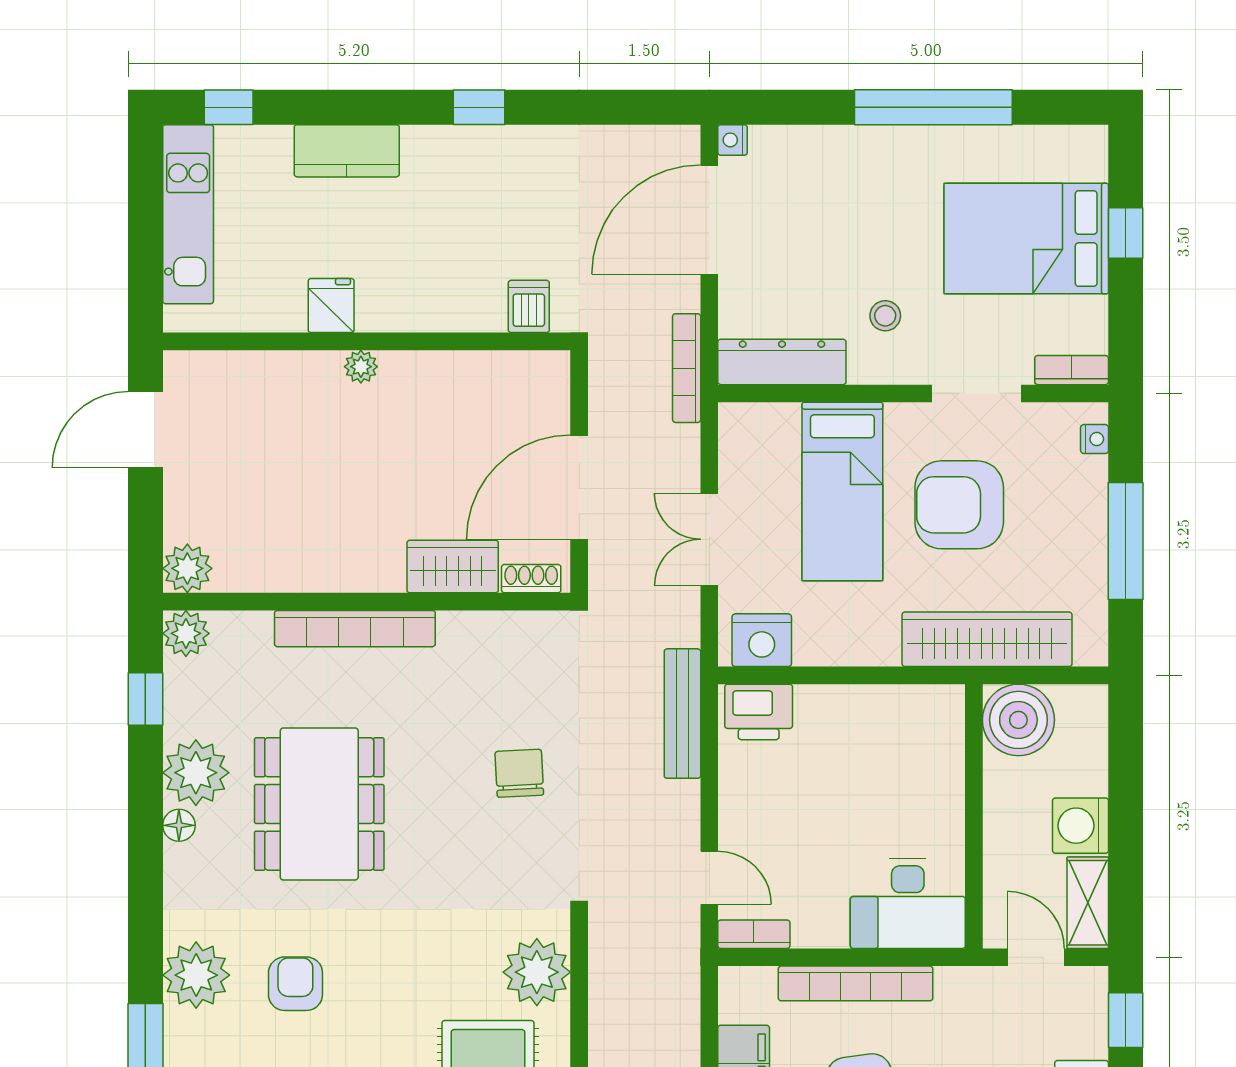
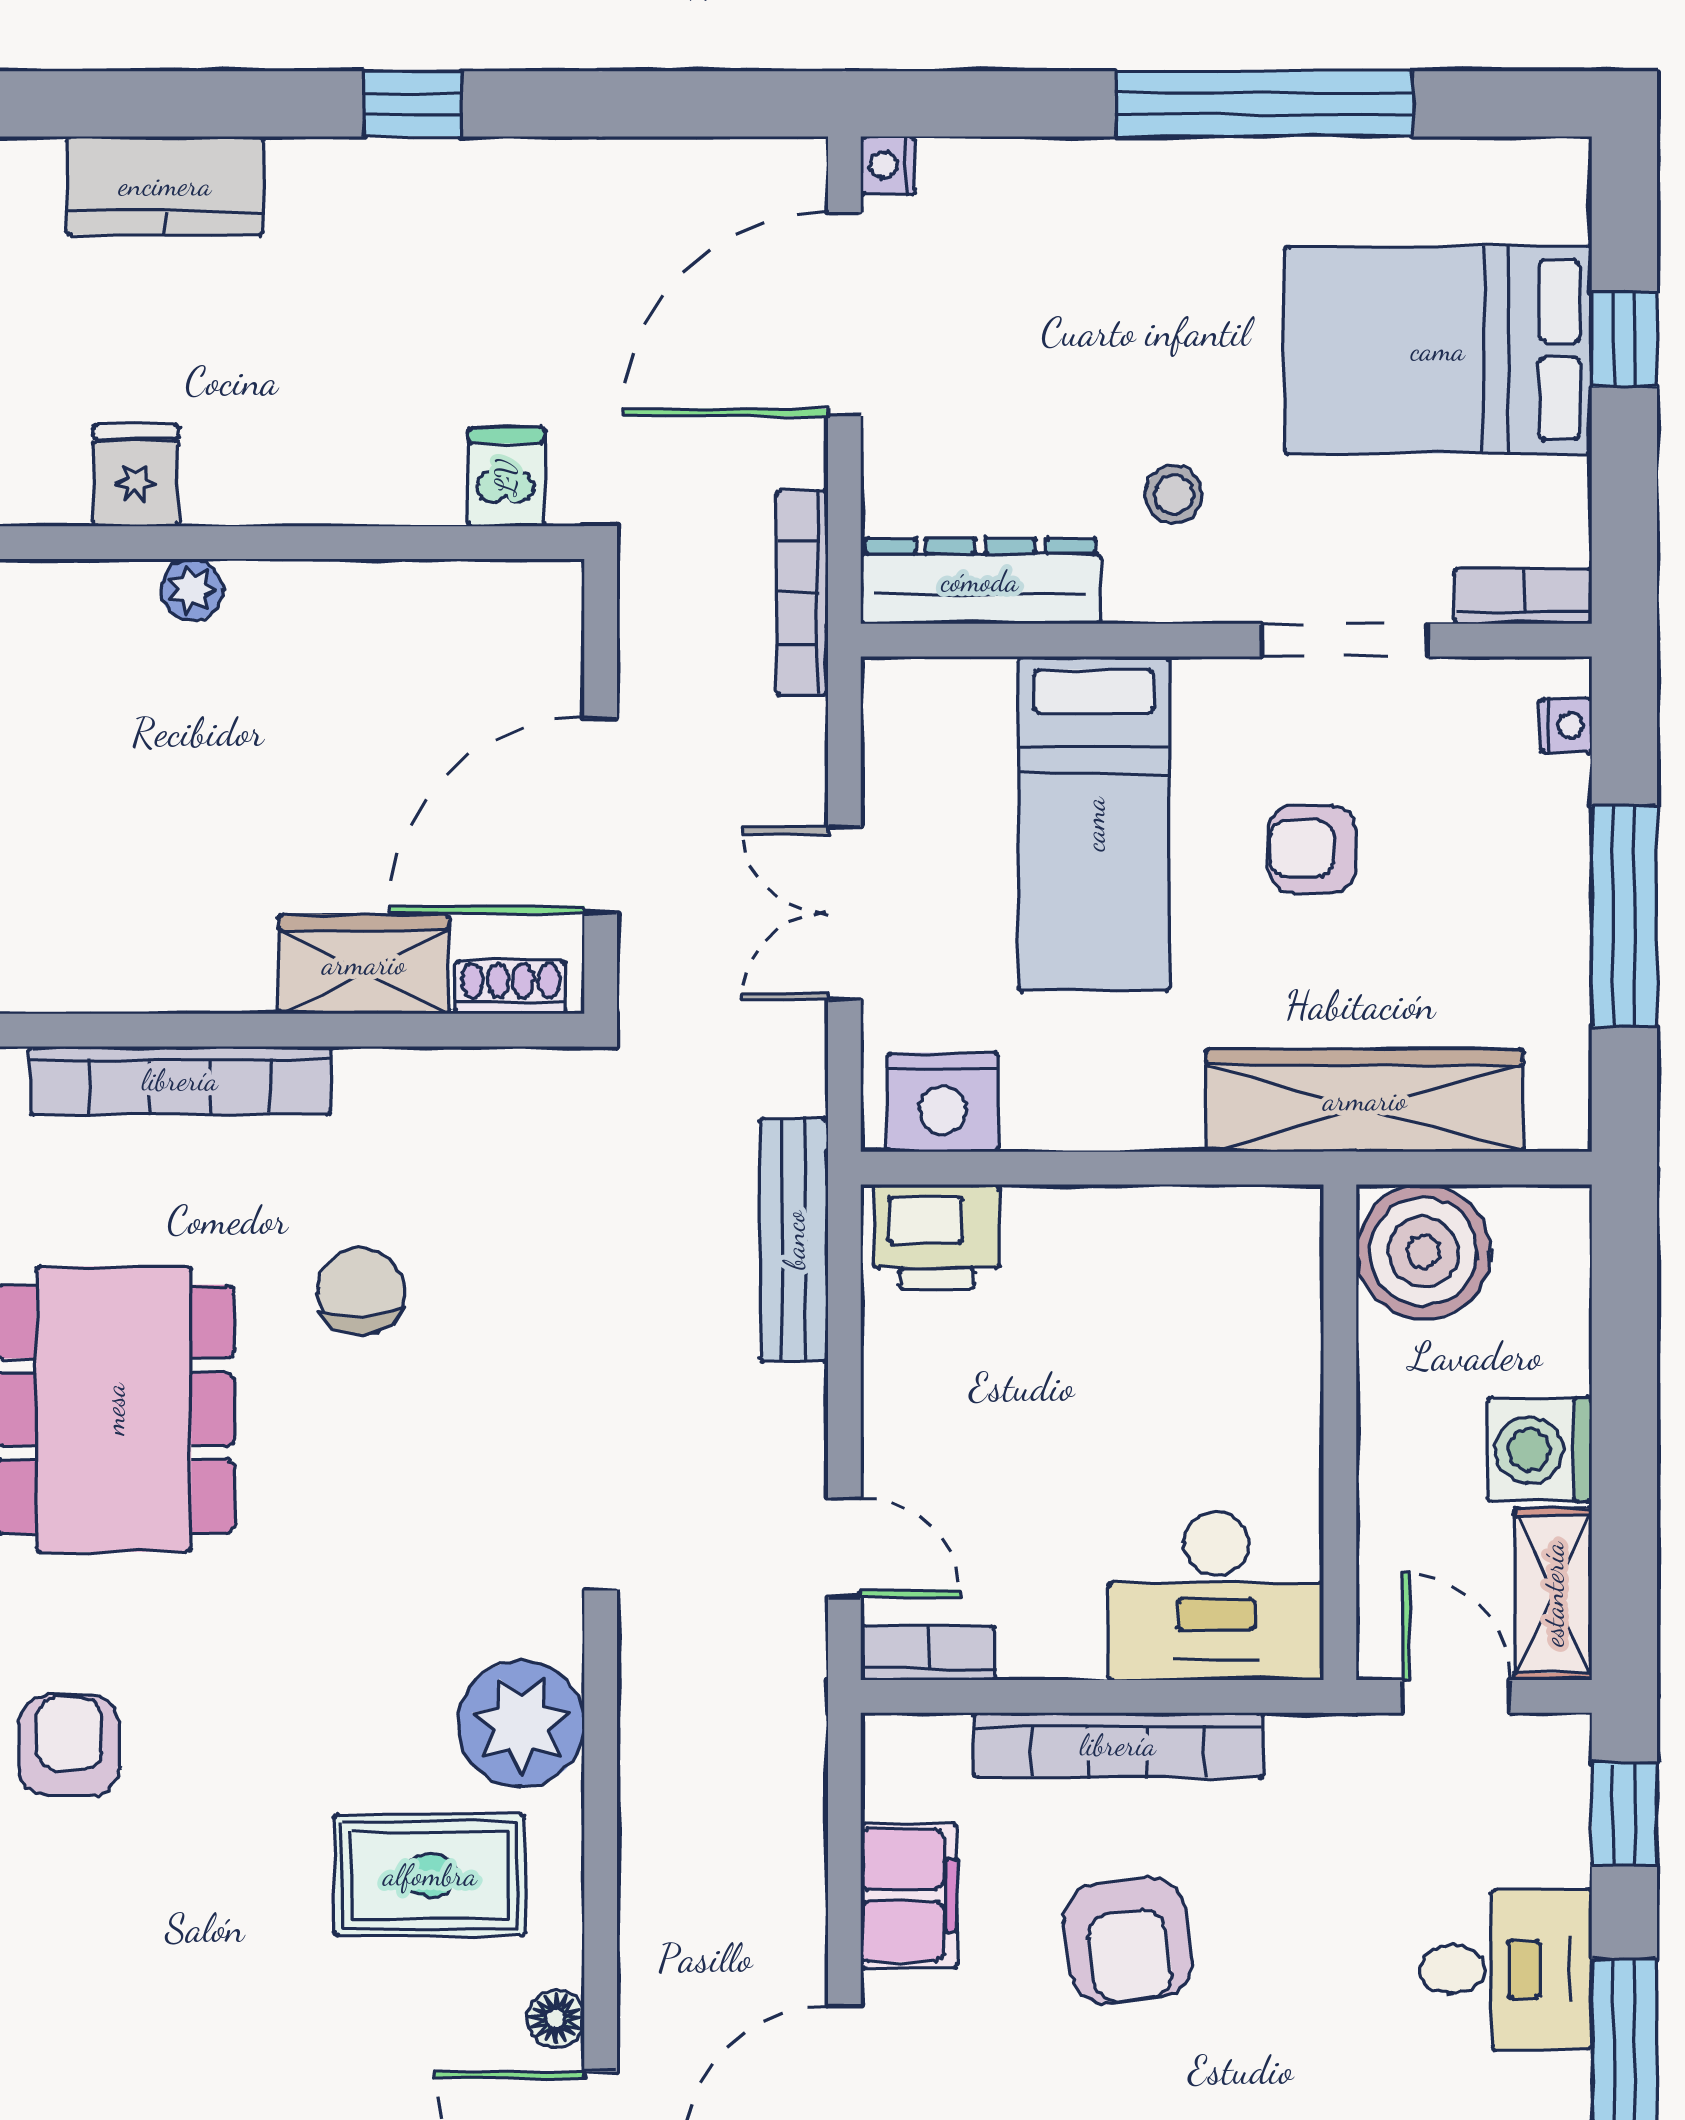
armchair: (959, 505) -> (1312, 849), width x0.53, depth x0.53
chair: (519, 773) -> (361, 1291), moved

